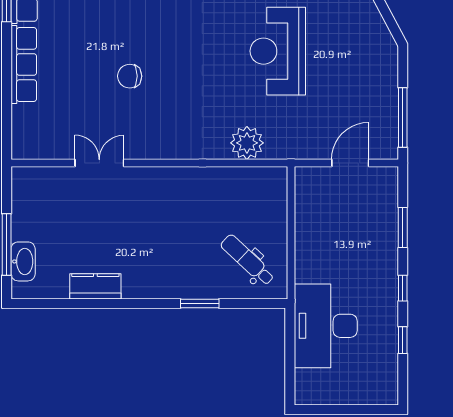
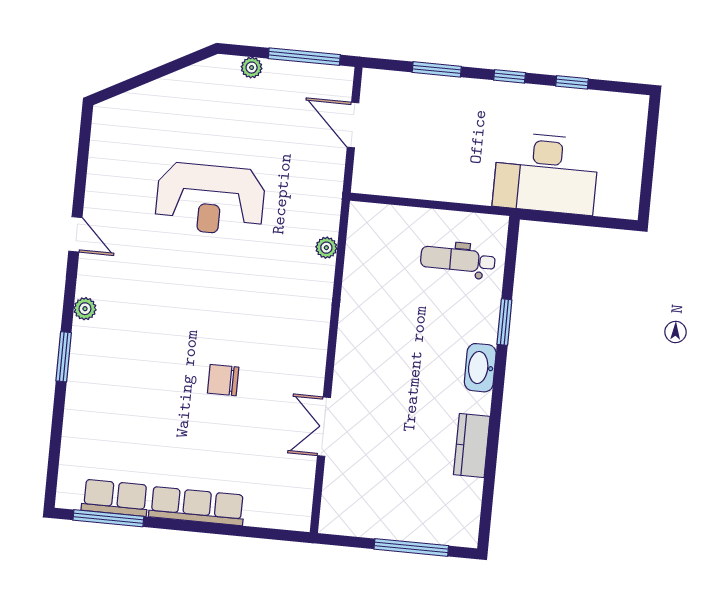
plant: (390, 75) -> (252, 68), added
chair: (130, 76) -> (223, 380), turned 90
plant: (247, 143) -> (326, 248), width x0.53, depth x0.53
dental chair: (248, 260) -> (458, 260), turned 47
washbasin: (23, 261) -> (480, 368), moved, turned -90

